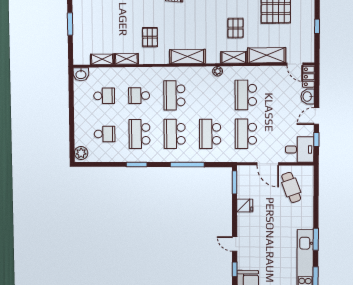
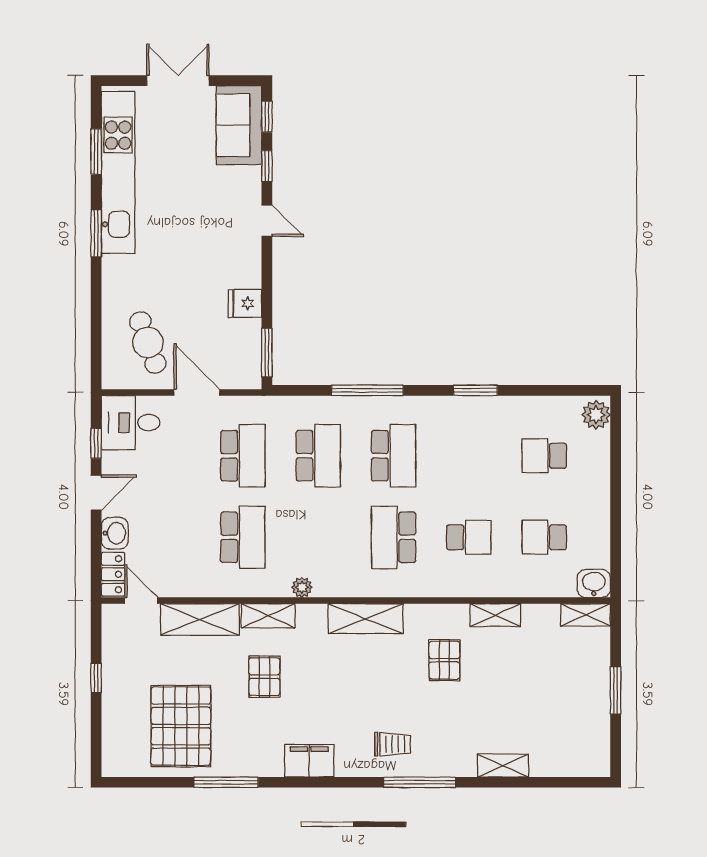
shelving: (102, 59) -> (586, 615), moved
school desk: (174, 95) -> (394, 537), turned 180
school desk: (139, 134) -> (469, 456), removed

